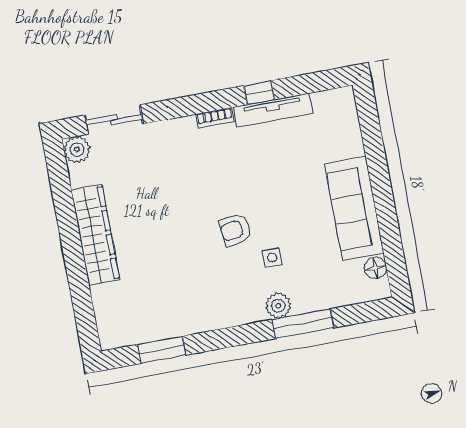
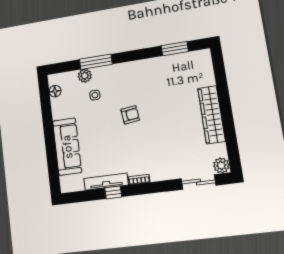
sofa: (354, 209) -> (67, 147), moved
side table: (272, 258) -> (95, 95), moved
plant: (278, 306) -> (85, 76), moved

